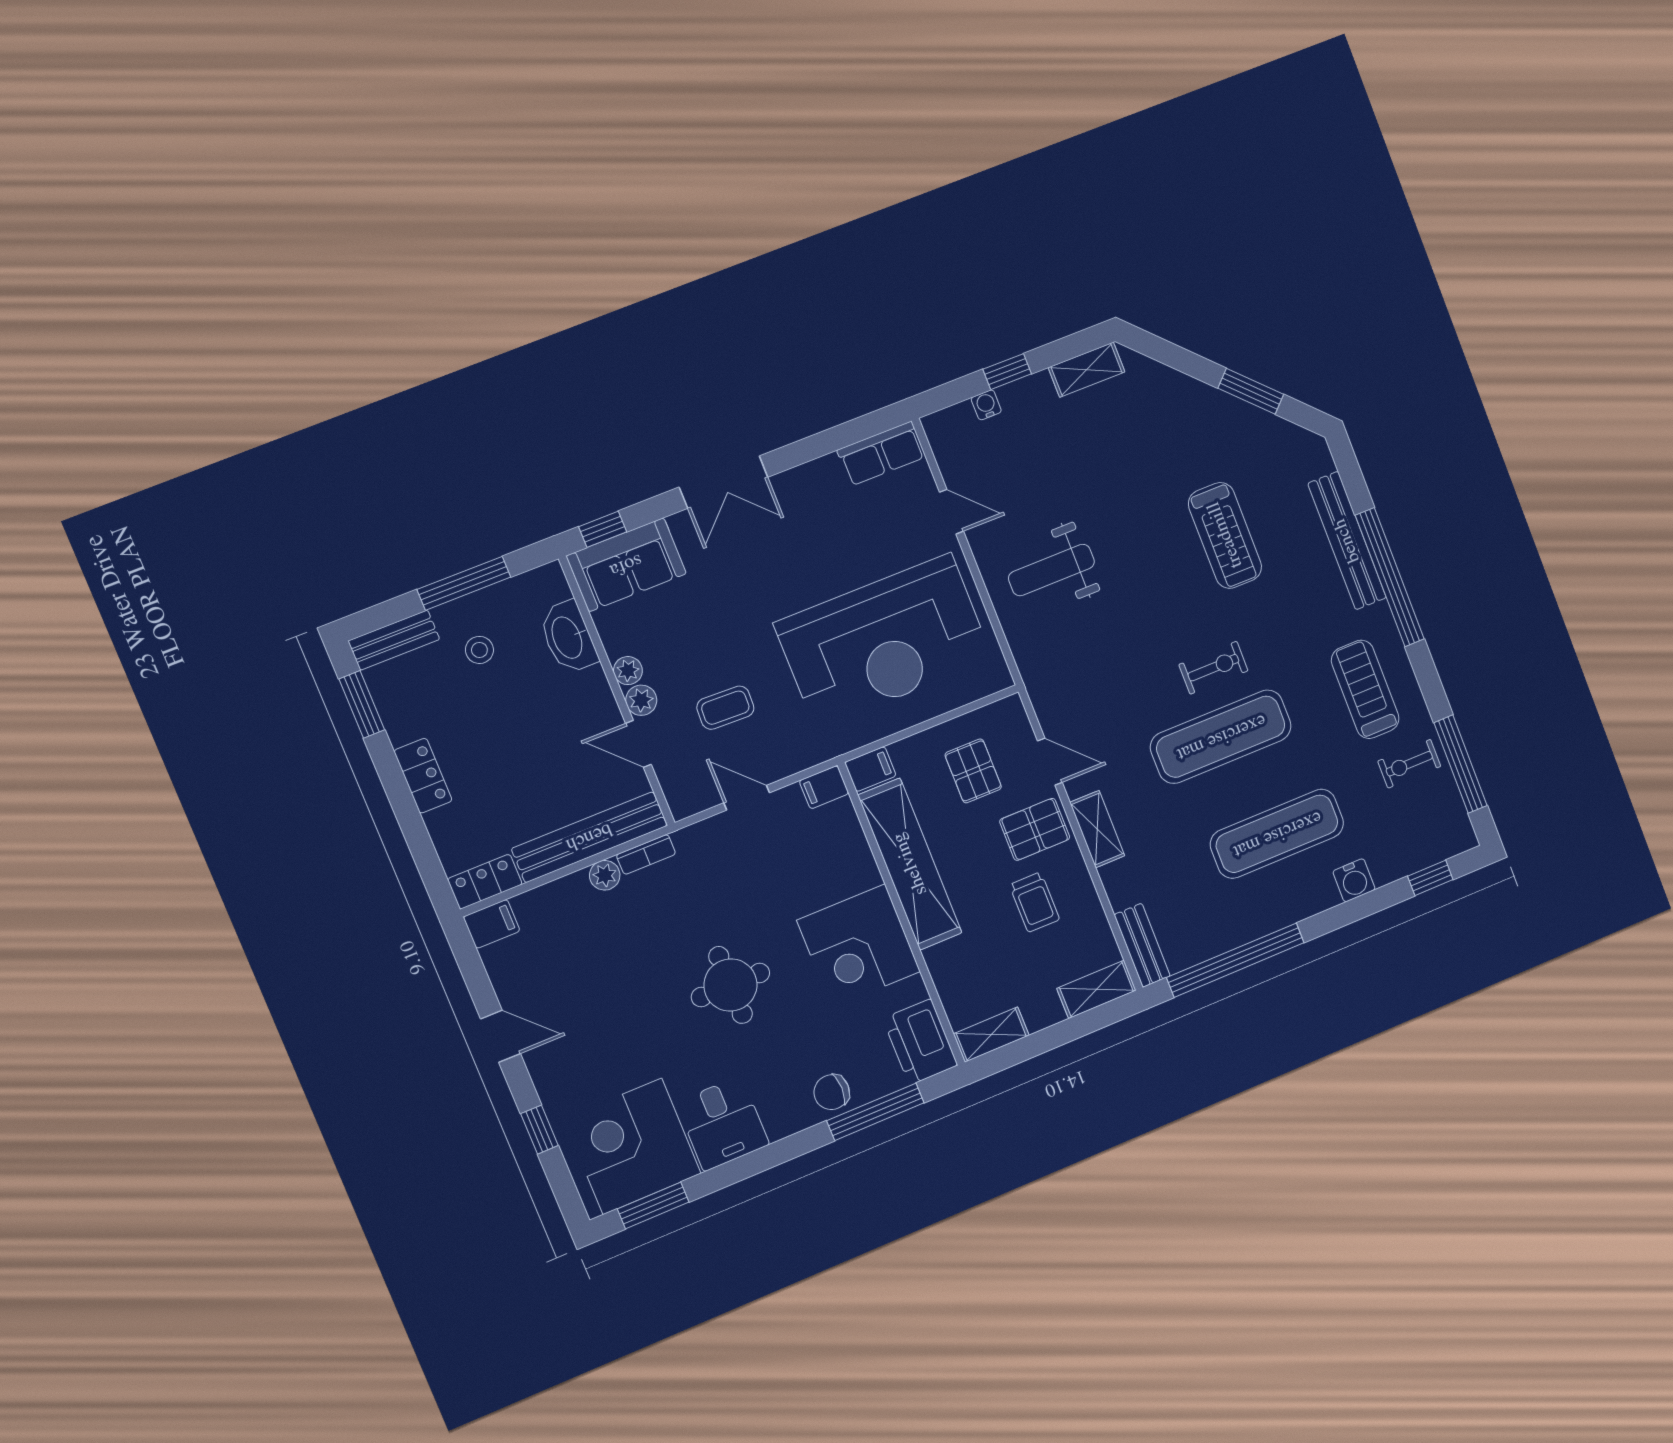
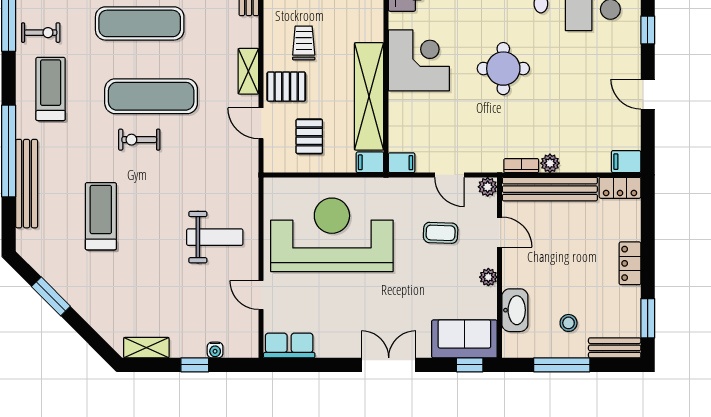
treadmill: (1365, 689) -> (51, 89), turned 180
plant: (641, 700) -> (488, 187), moved

